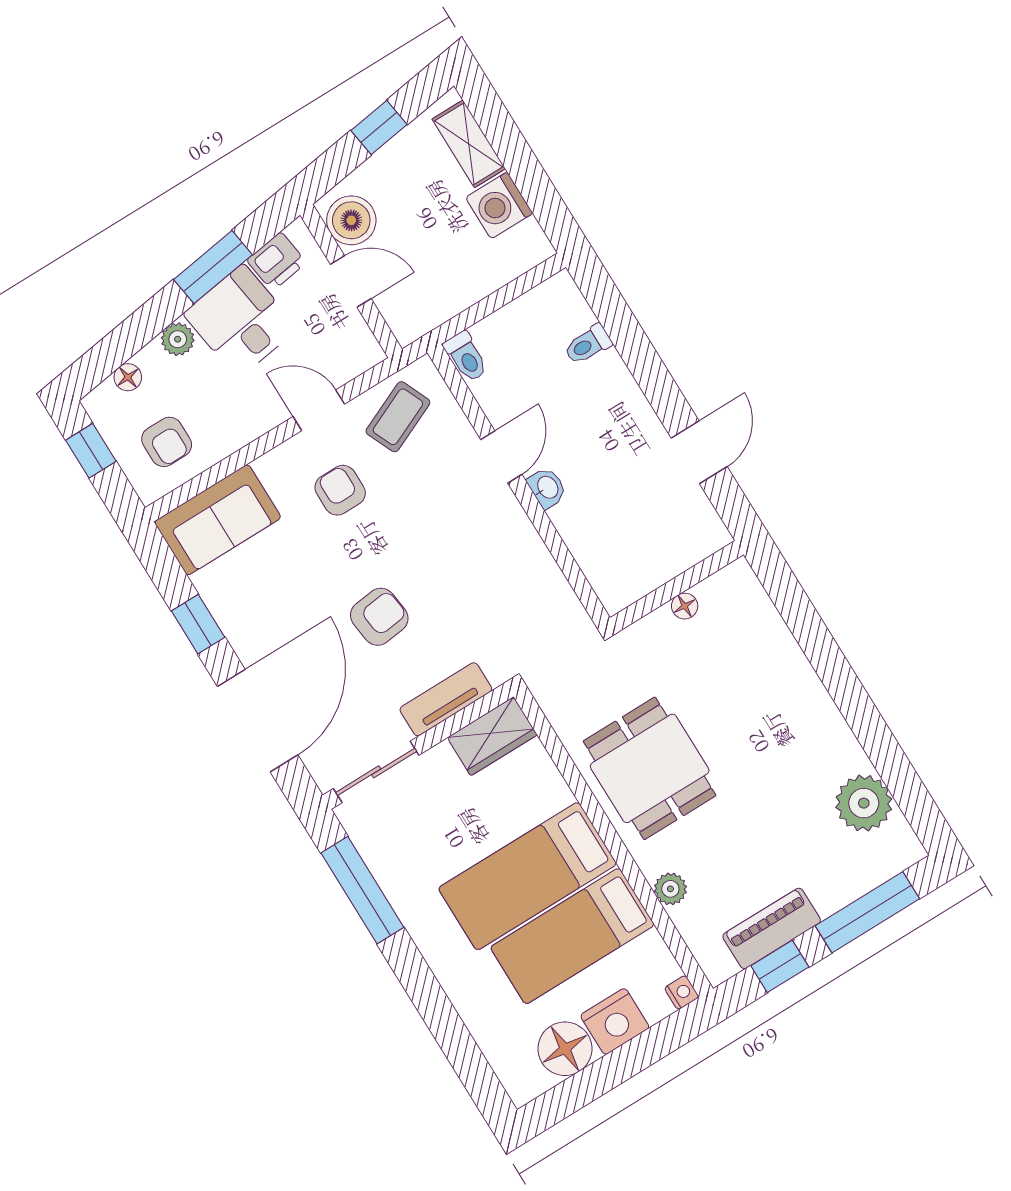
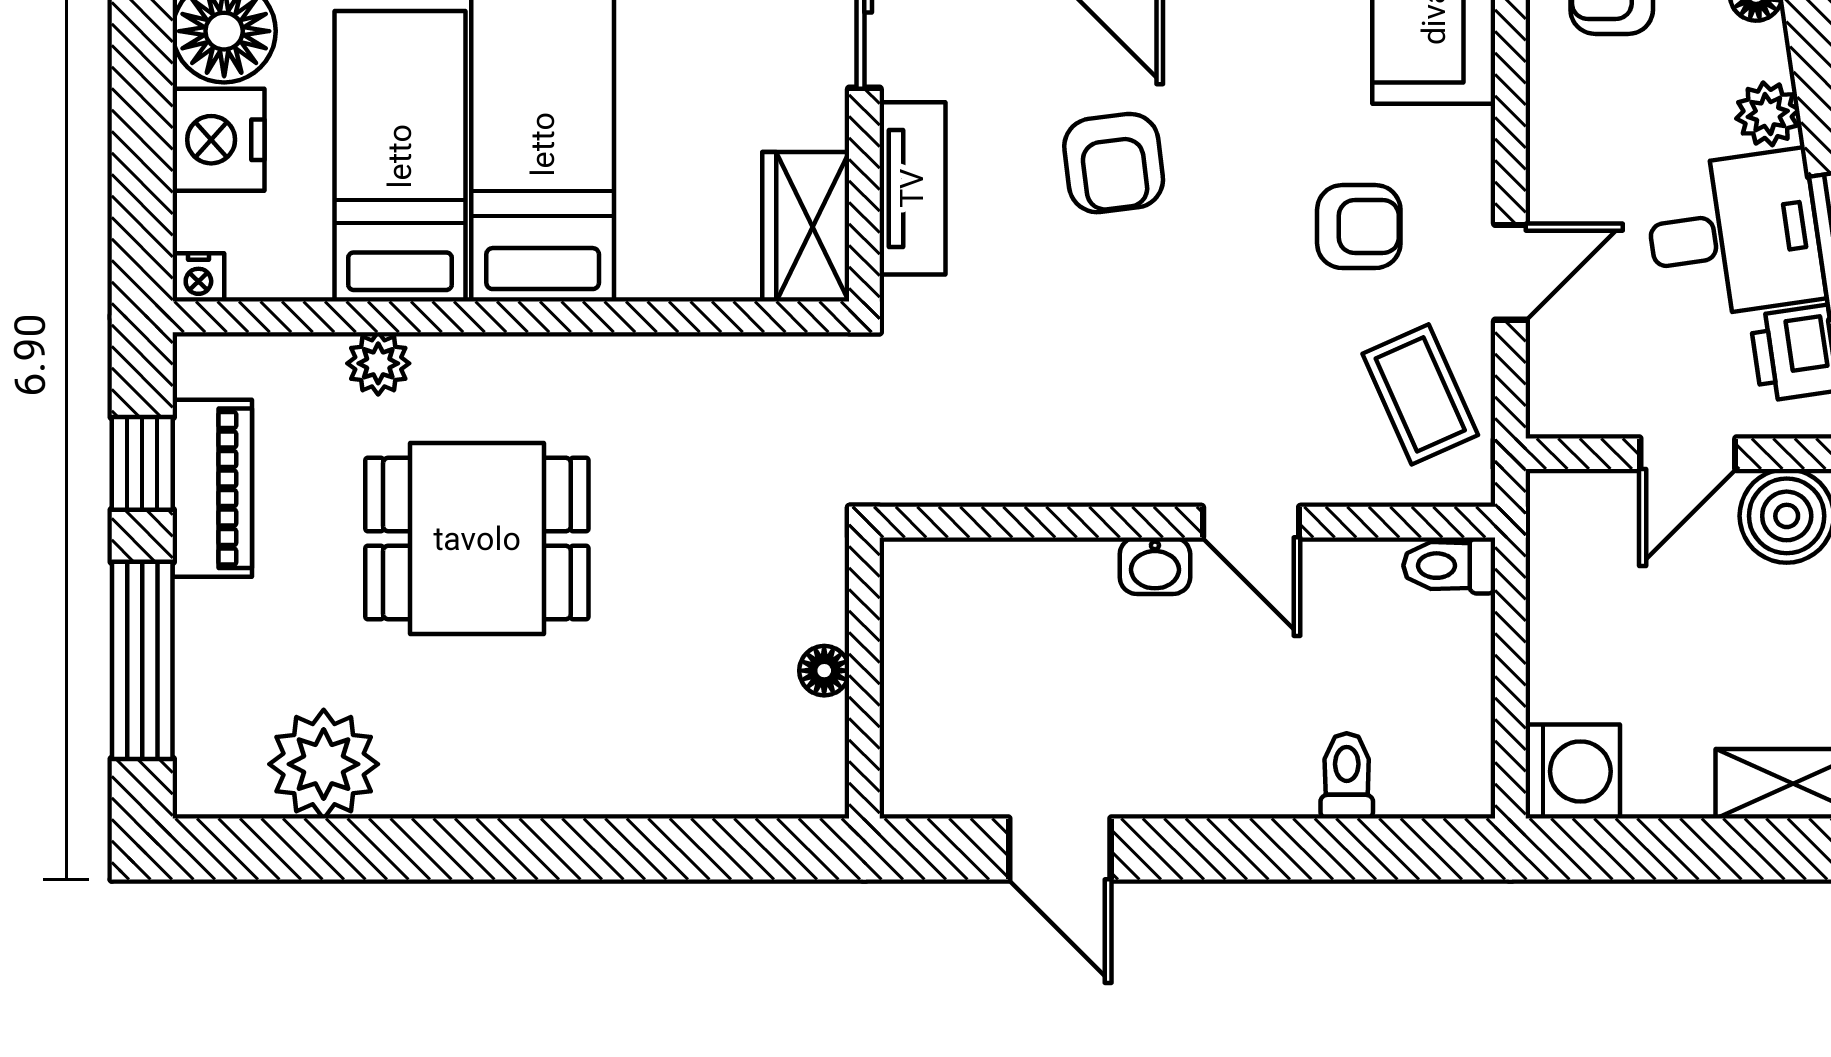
washing machine: (499, 205) -> (1573, 771), moved, turned 90
dining table: (650, 768) -> (477, 539), moved

